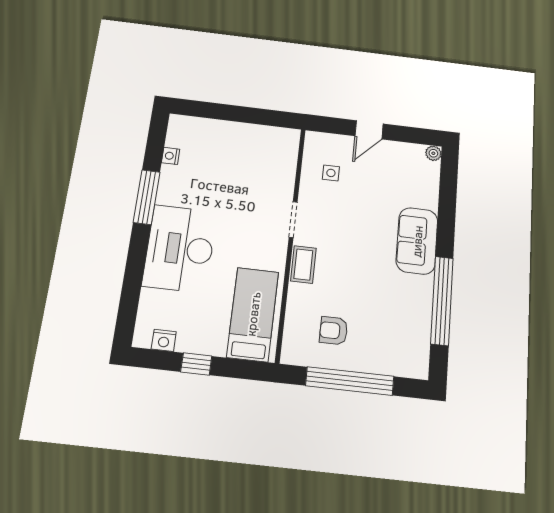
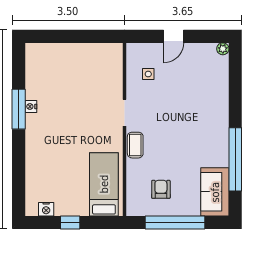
nightstand: (171, 156) -> (31, 106), moved
sofa: (417, 241) -> (215, 192), moved
desk: (180, 249) -> (48, 144), removed
armchair: (334, 331) -> (161, 189), turned 90

